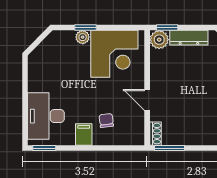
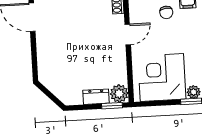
dresser: (189, 38) -> (96, 97), width x0.70
door: (147, 100) -> (128, 34), hinge flipped

